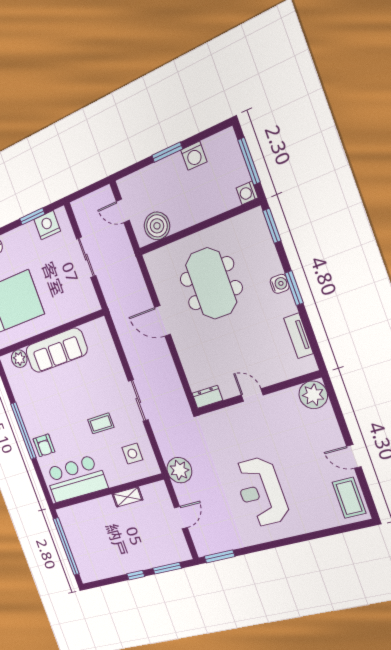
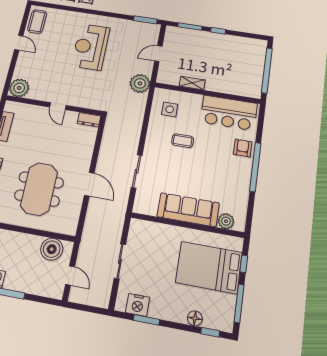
sliding door: (138, 400) -> (137, 171), moved
reception desk: (261, 492) -> (91, 47), turned 180

